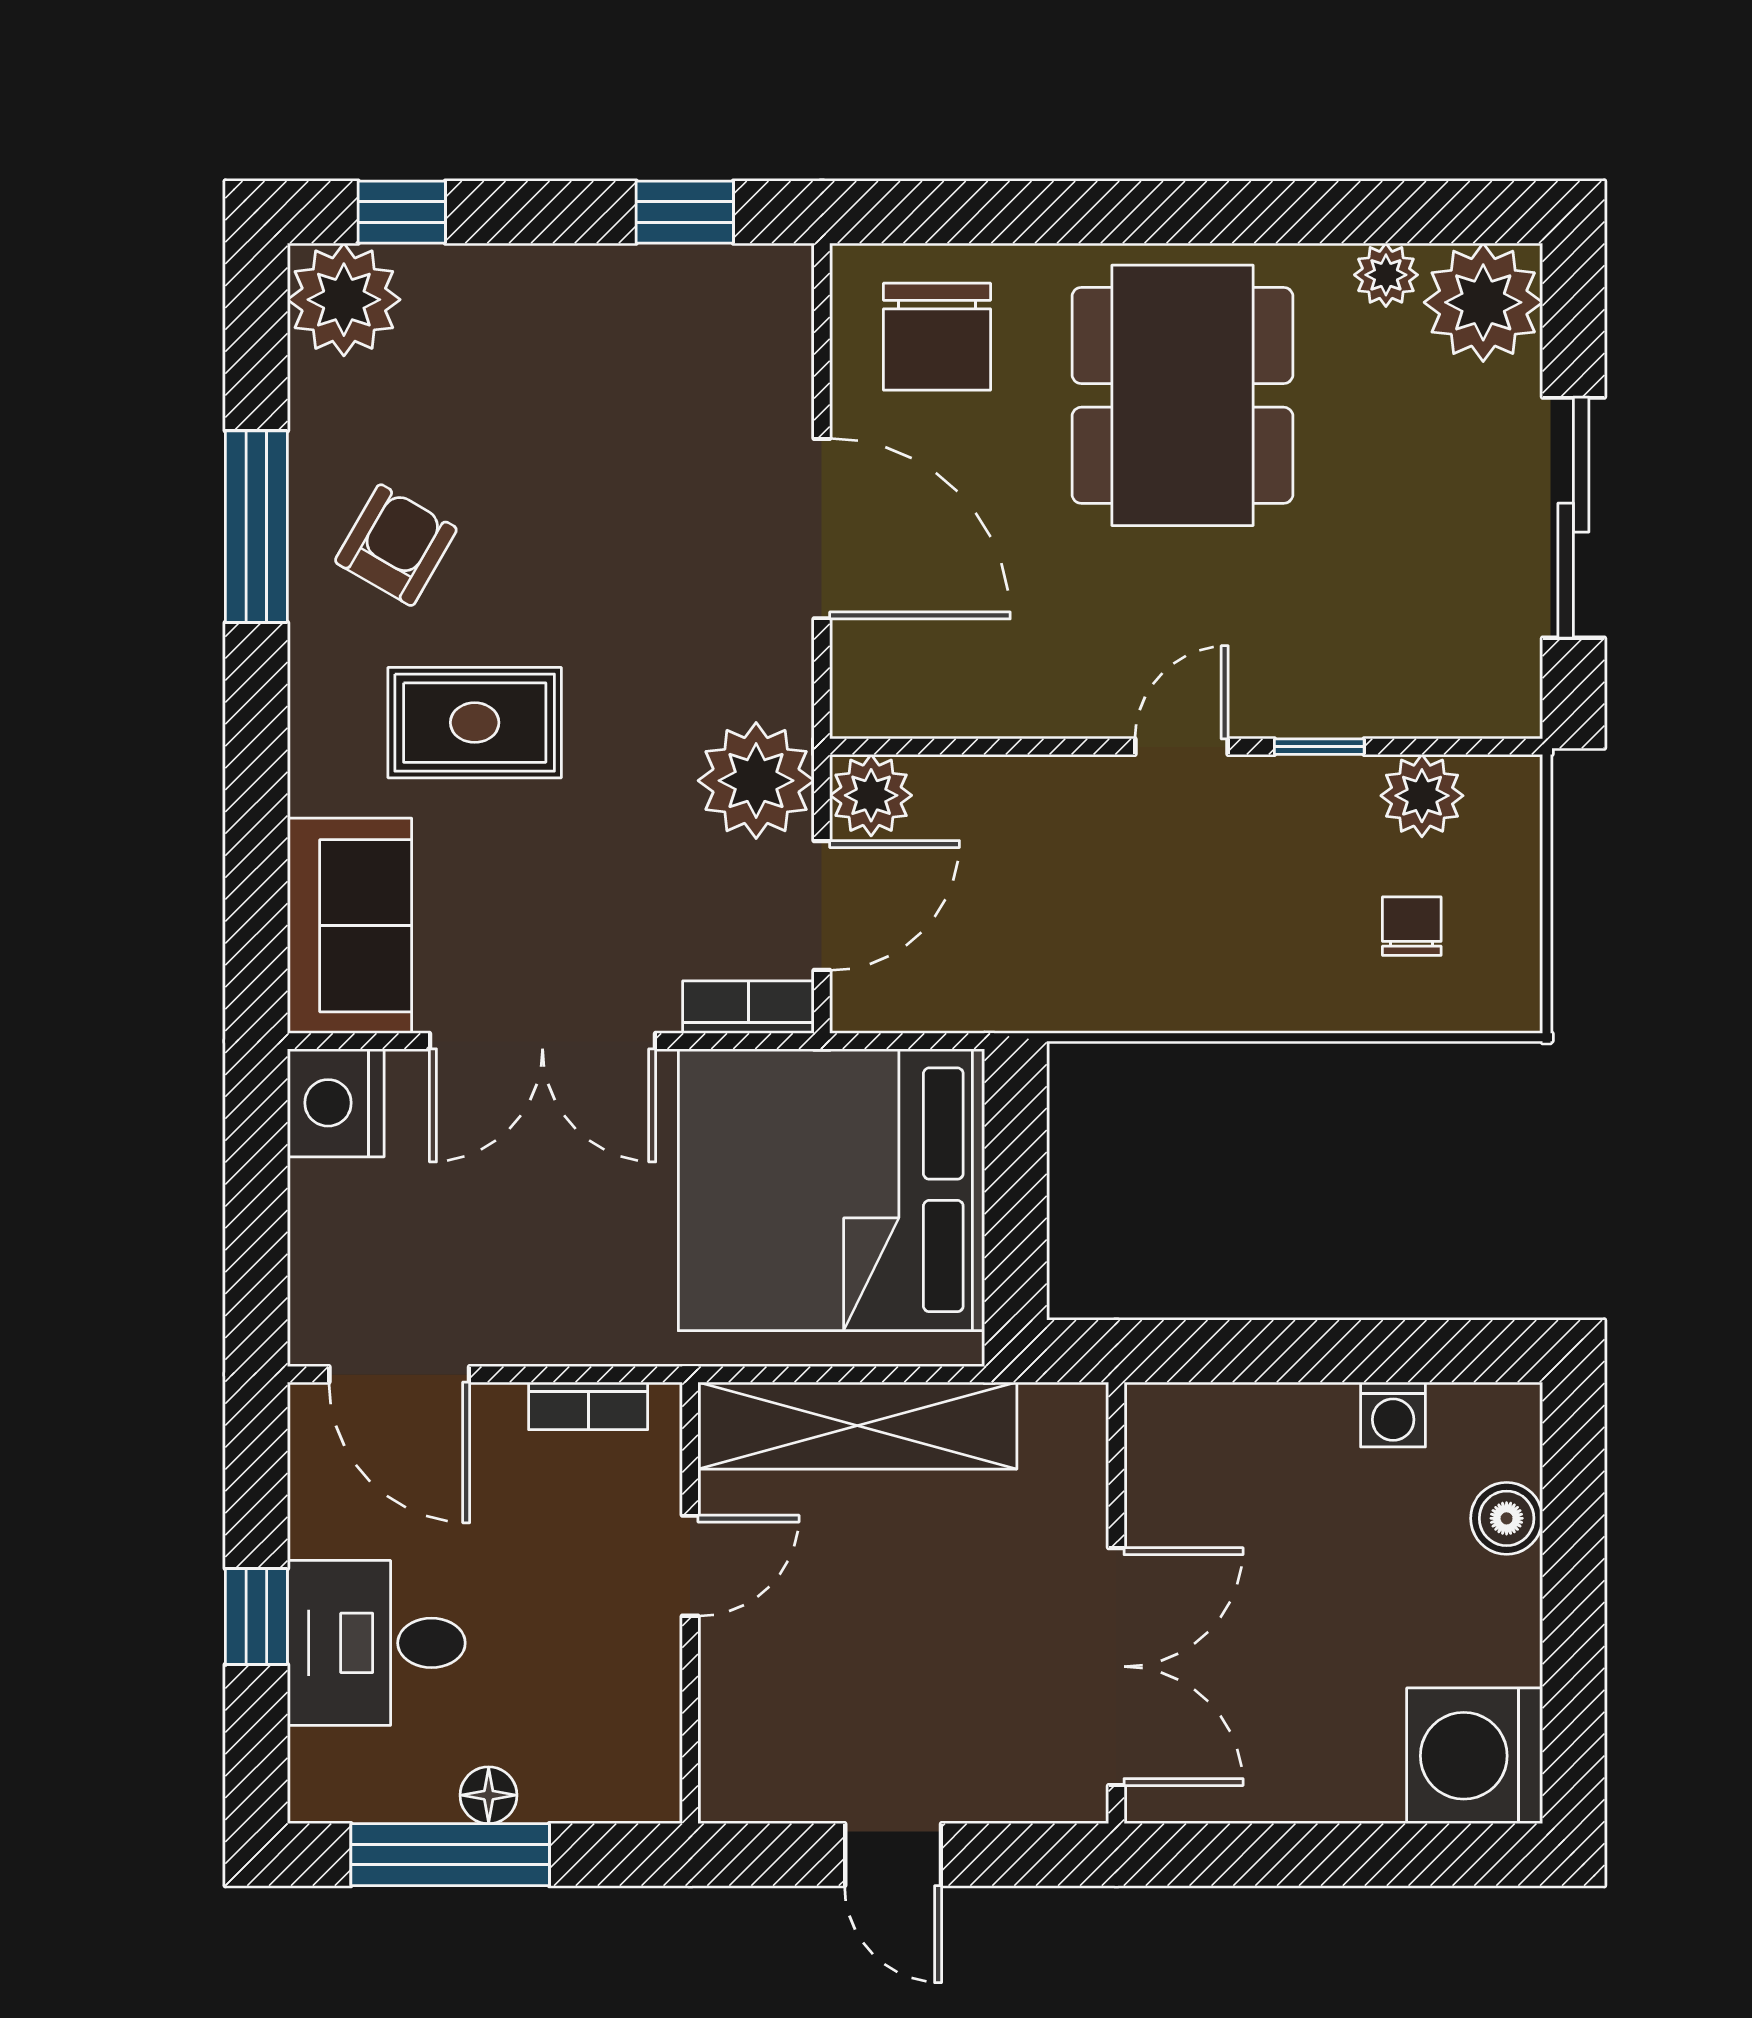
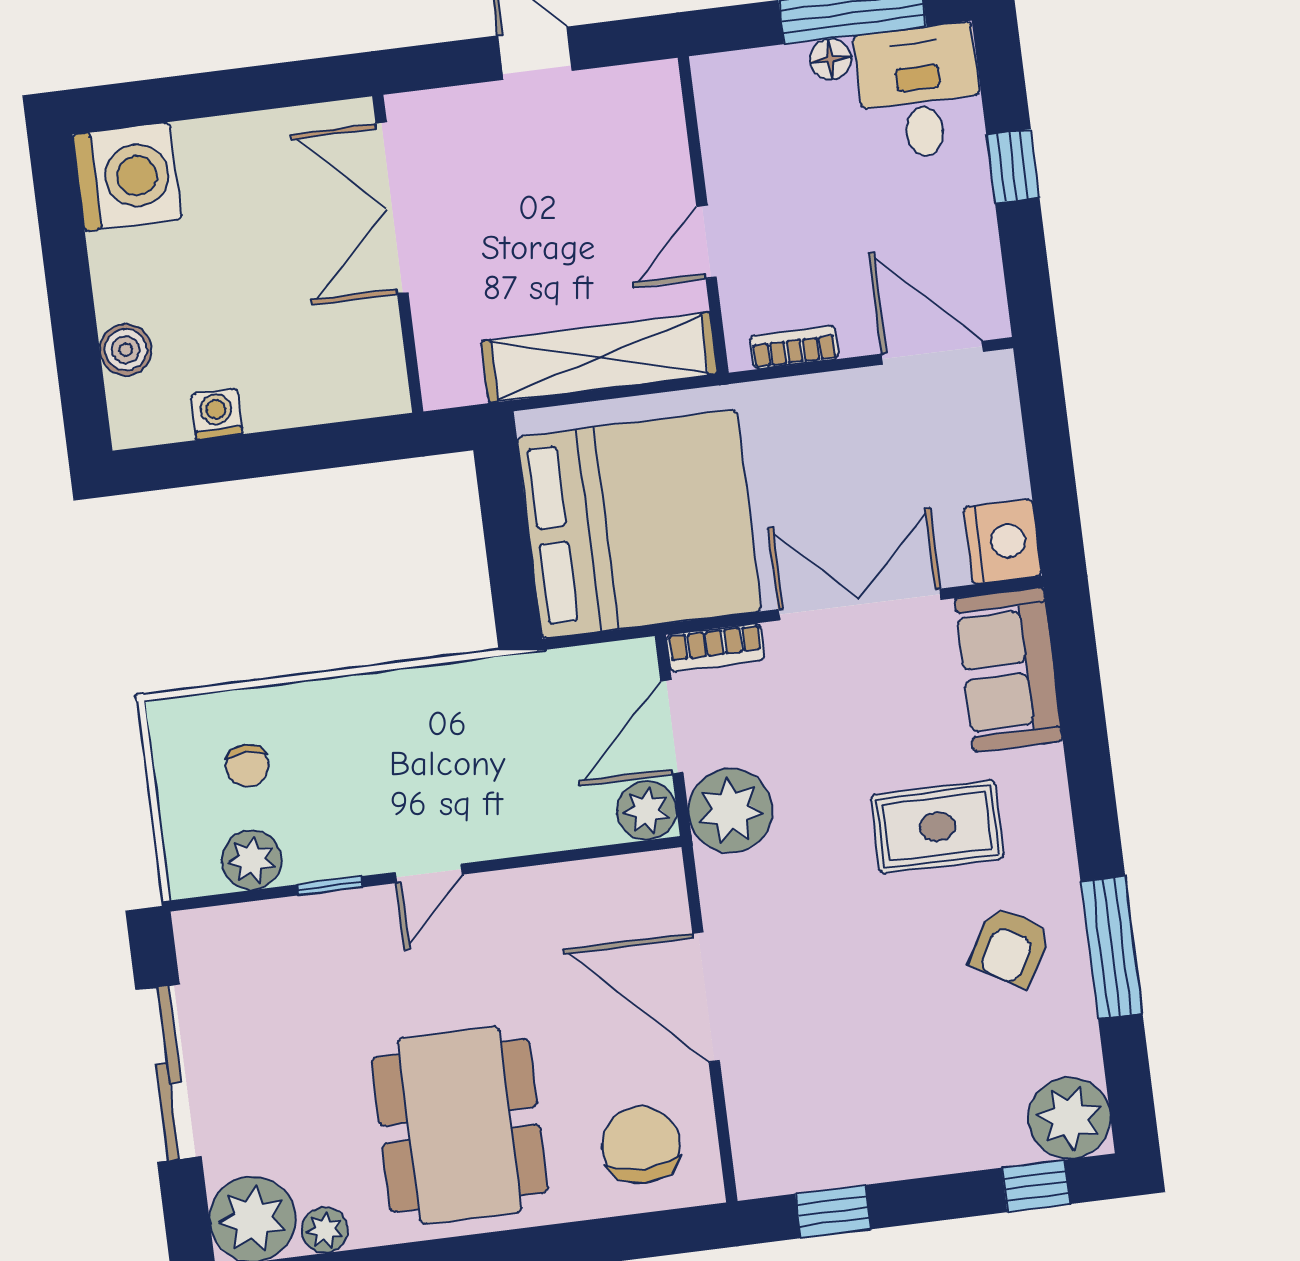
desk: (376, 1643) -> (920, 92), moved, turned -90

